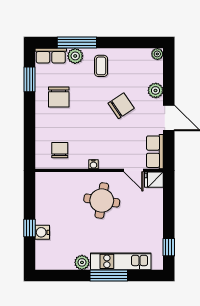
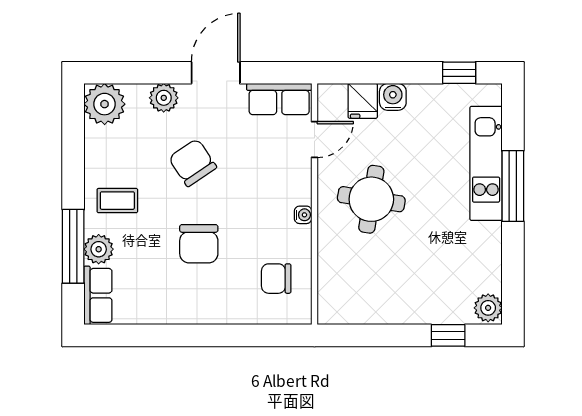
plant: (157, 54) -> (105, 104), width x1.87, depth x1.87
window: (30, 79) -> (143, 335), removed
chair: (59, 97) -> (199, 244), moved, turned 90
fridge: (154, 180) -> (363, 101), moved
window: (30, 228) -> (448, 335), moved
water cooler: (42, 232) -> (393, 97), moved, turned 180
plant: (82, 262) -> (488, 308), moved

